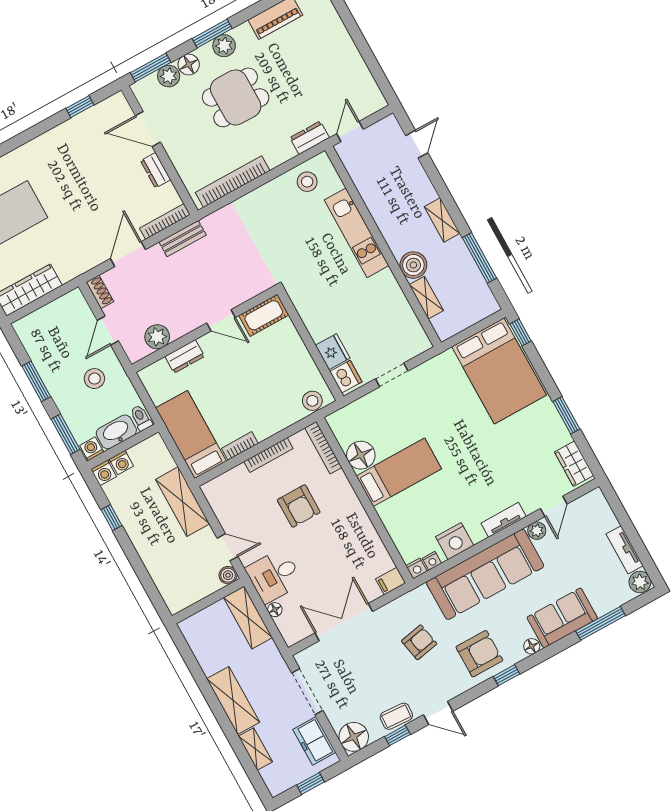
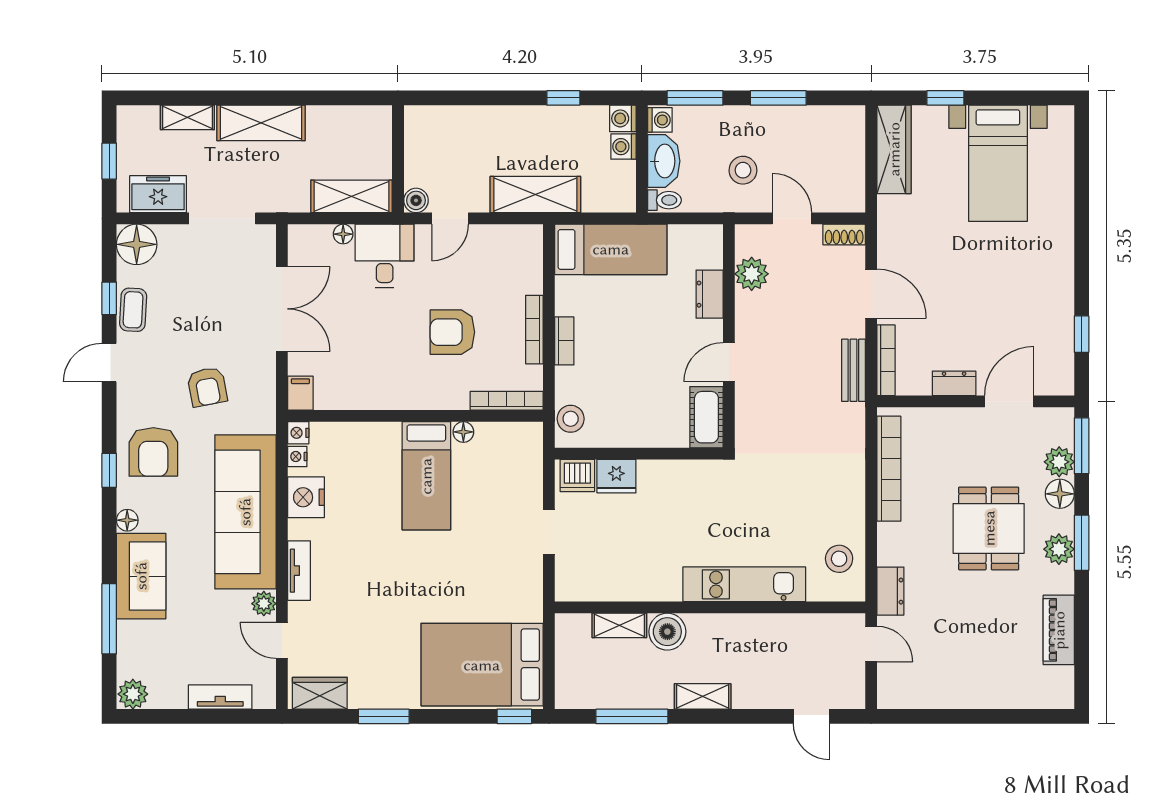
bookcase: (240, 446) -> (564, 341), moved
floor lamp: (361, 455) -> (463, 432), width x0.53, depth x0.53
tv unit: (625, 550) -> (220, 697), moved

